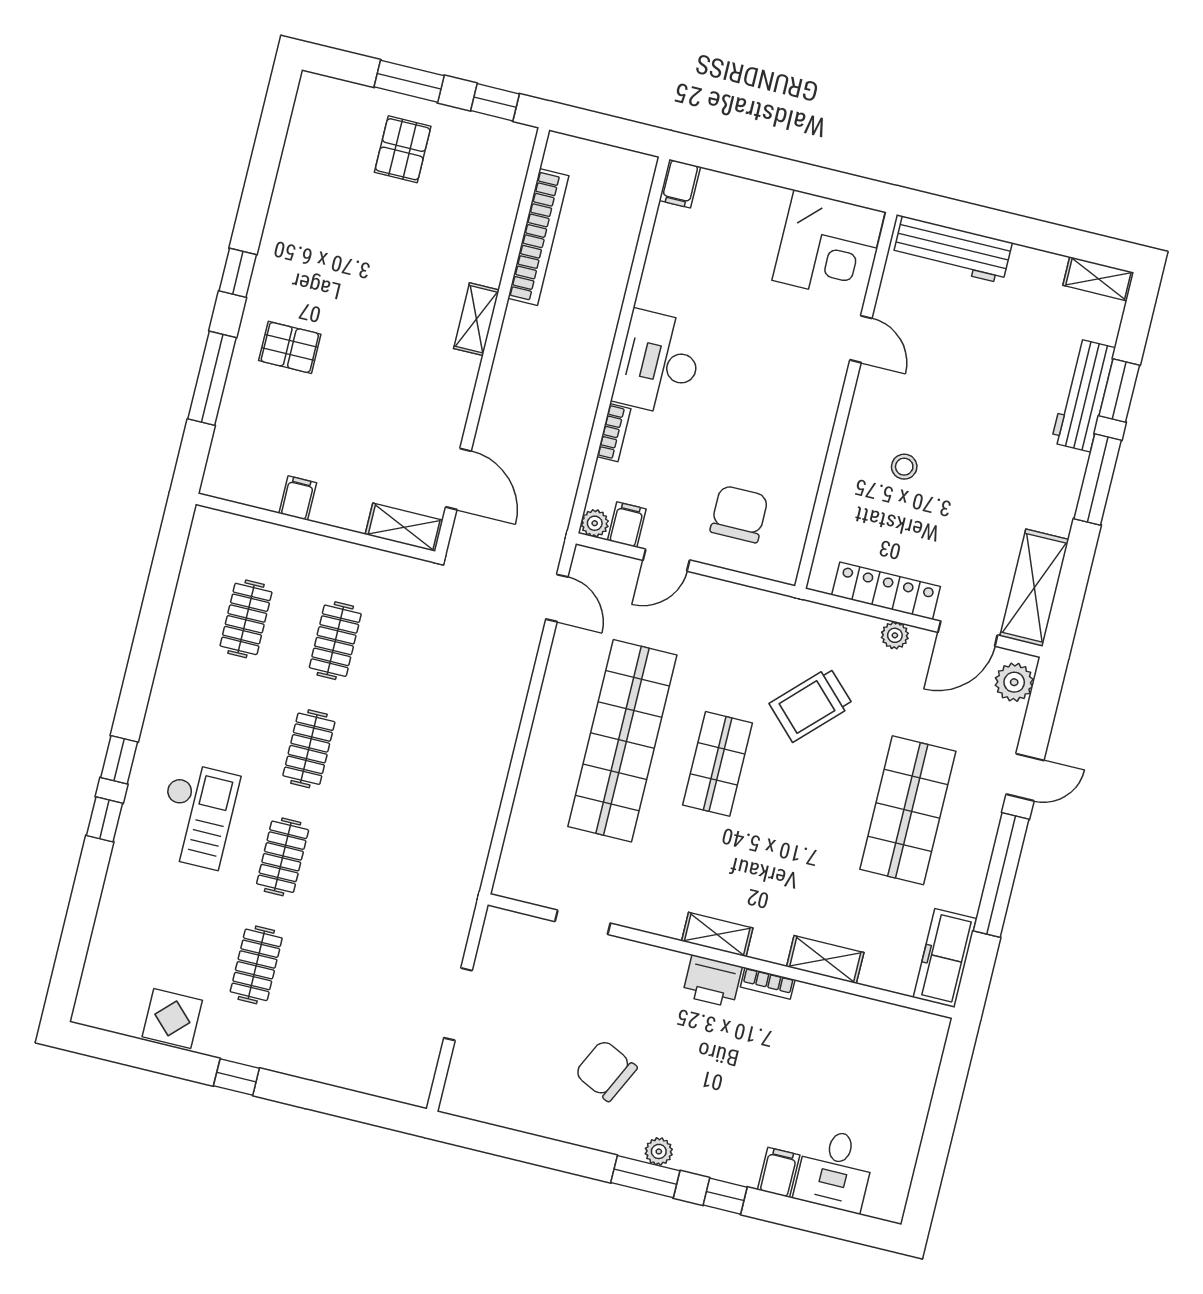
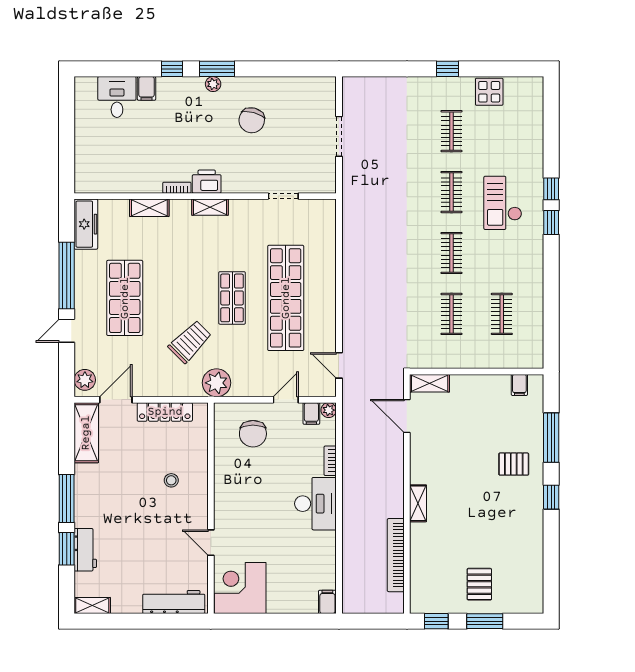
workbench: (1083, 395) -> (85, 550), width x0.73
filing cabinet: (298, 498) -> (519, 385), moved
plant: (895, 635) -> (217, 383), moved, width x1.87, depth x1.87
chair: (606, 1070) -> (252, 120), turned 79

